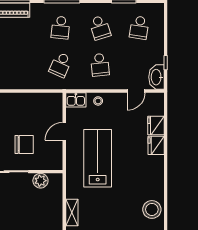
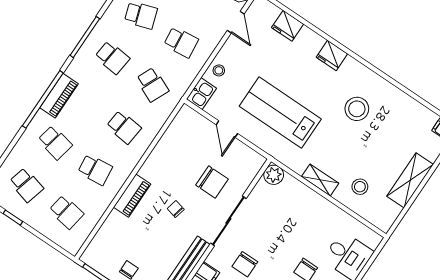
school desk: (21, 65) -> (124, 127), added
chair: (24, 144) -> (212, 182), turned 90
fridge: (156, 145) -> (332, 55), moved
plant: (40, 181) -> (274, 175), moved
stool: (152, 209) -> (357, 109), moved

